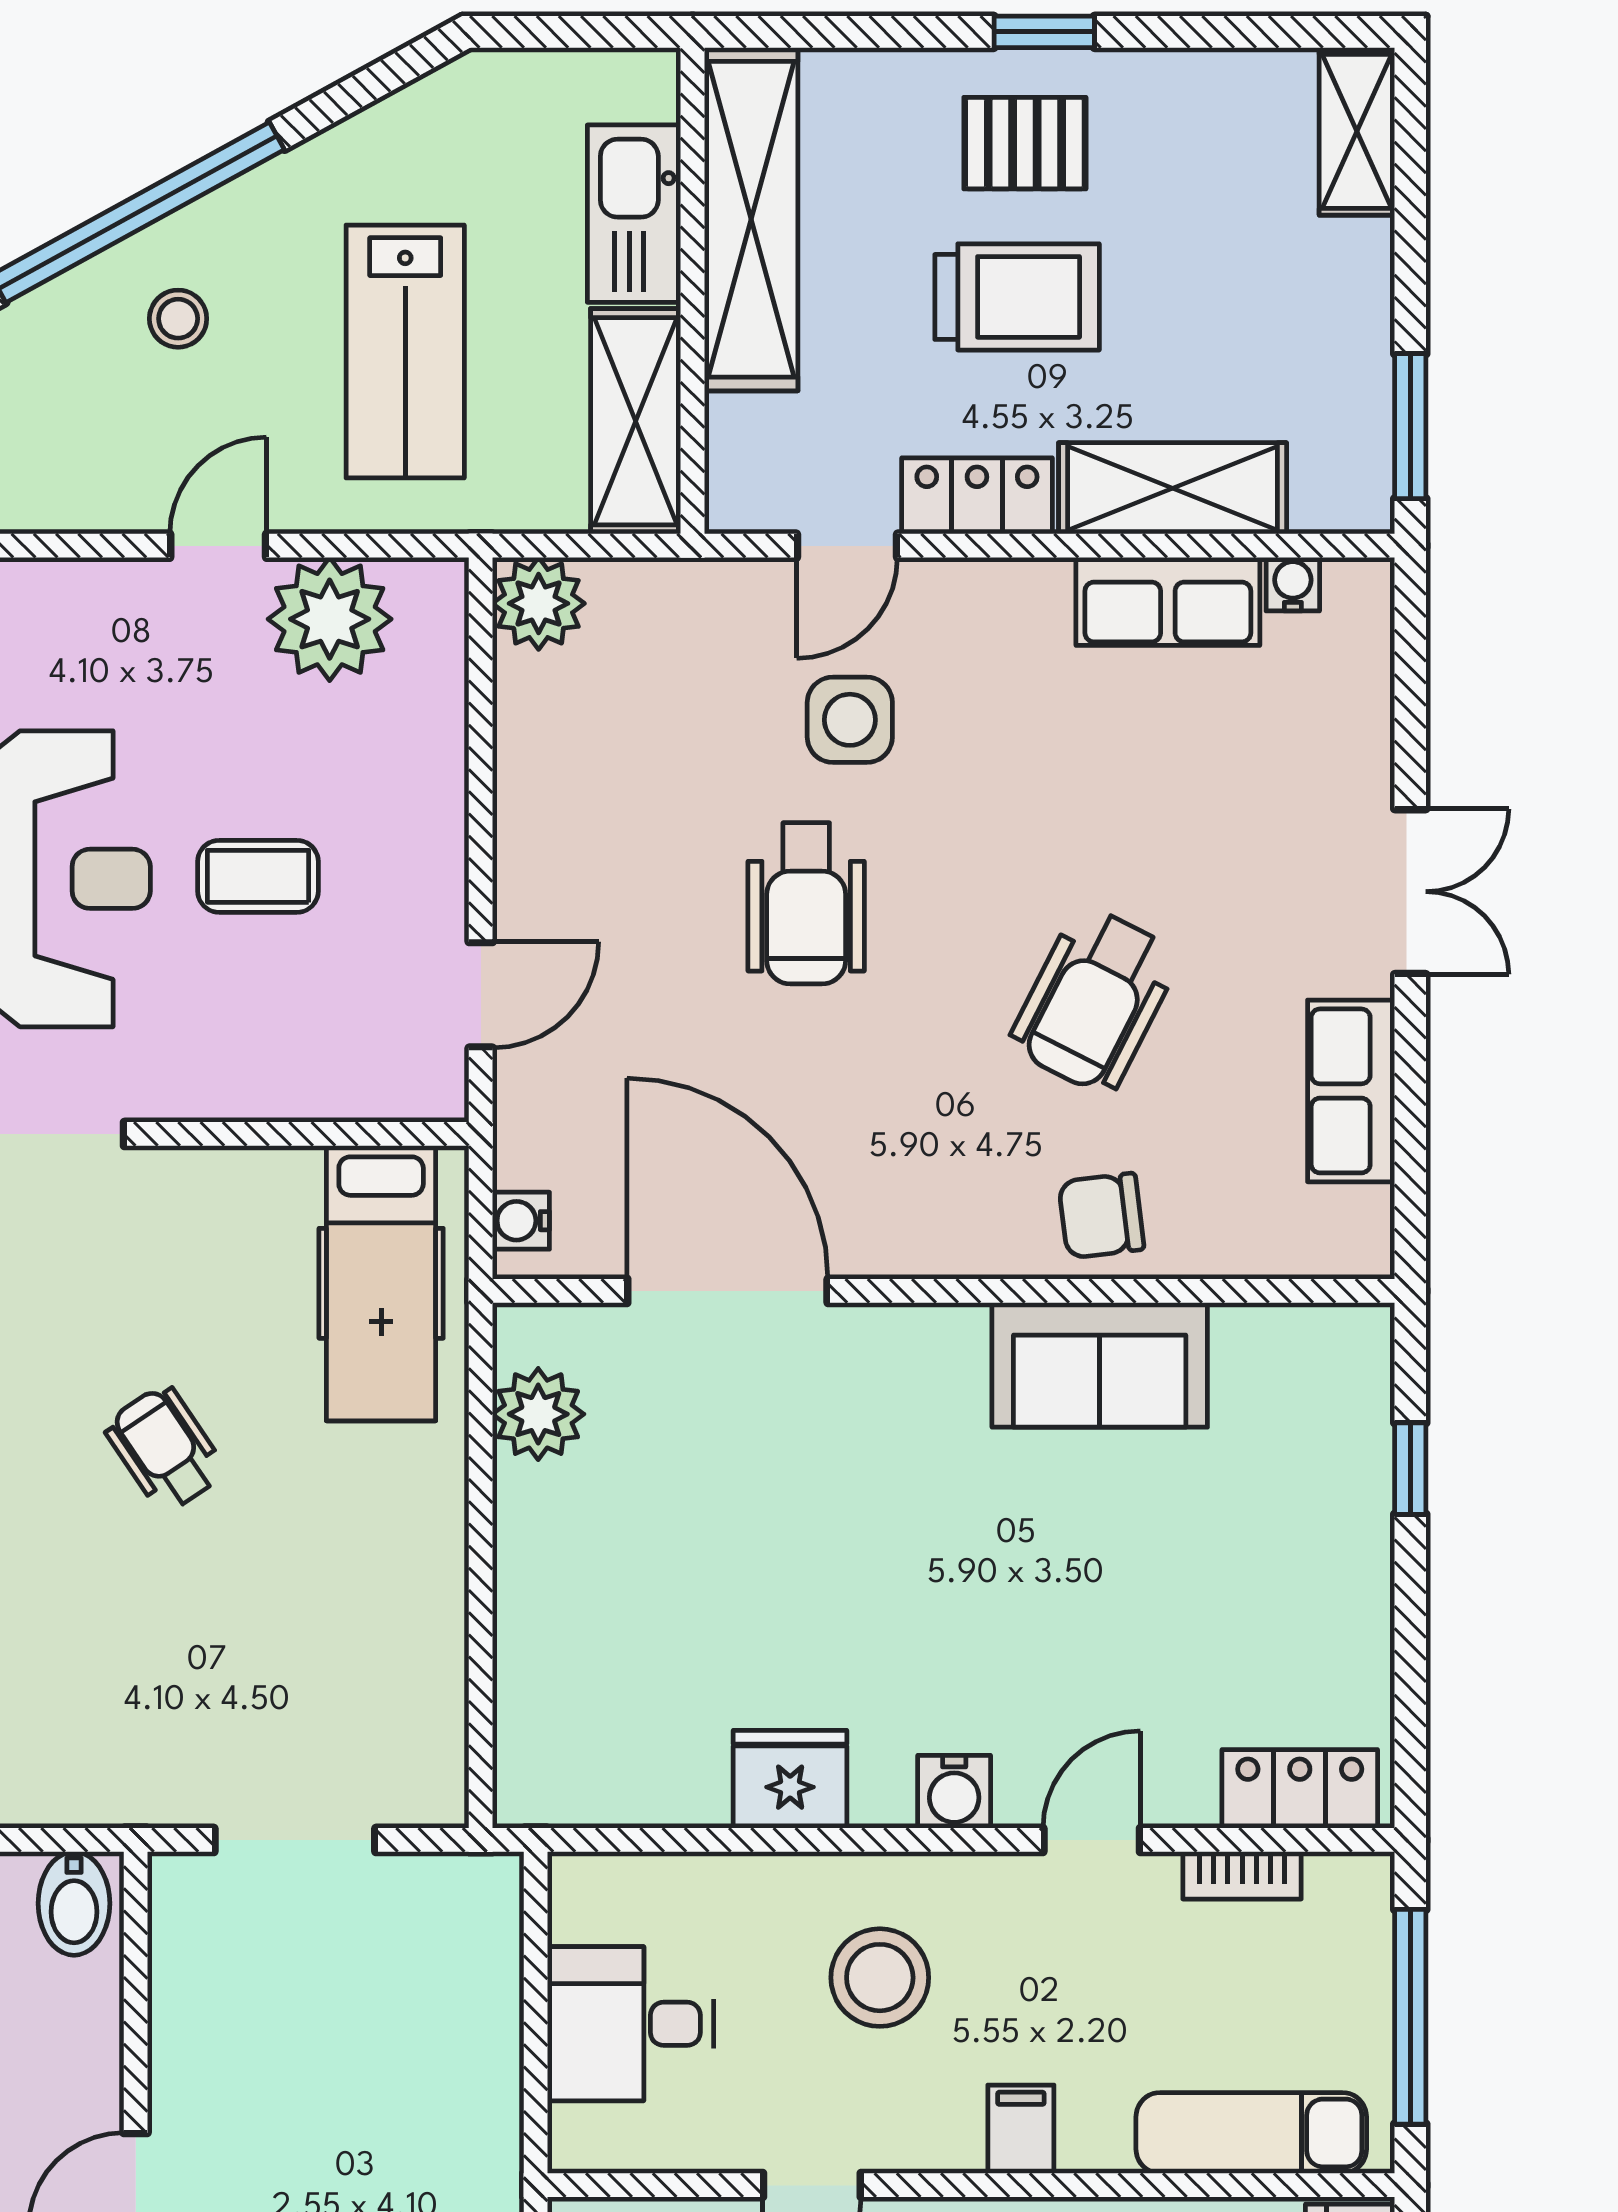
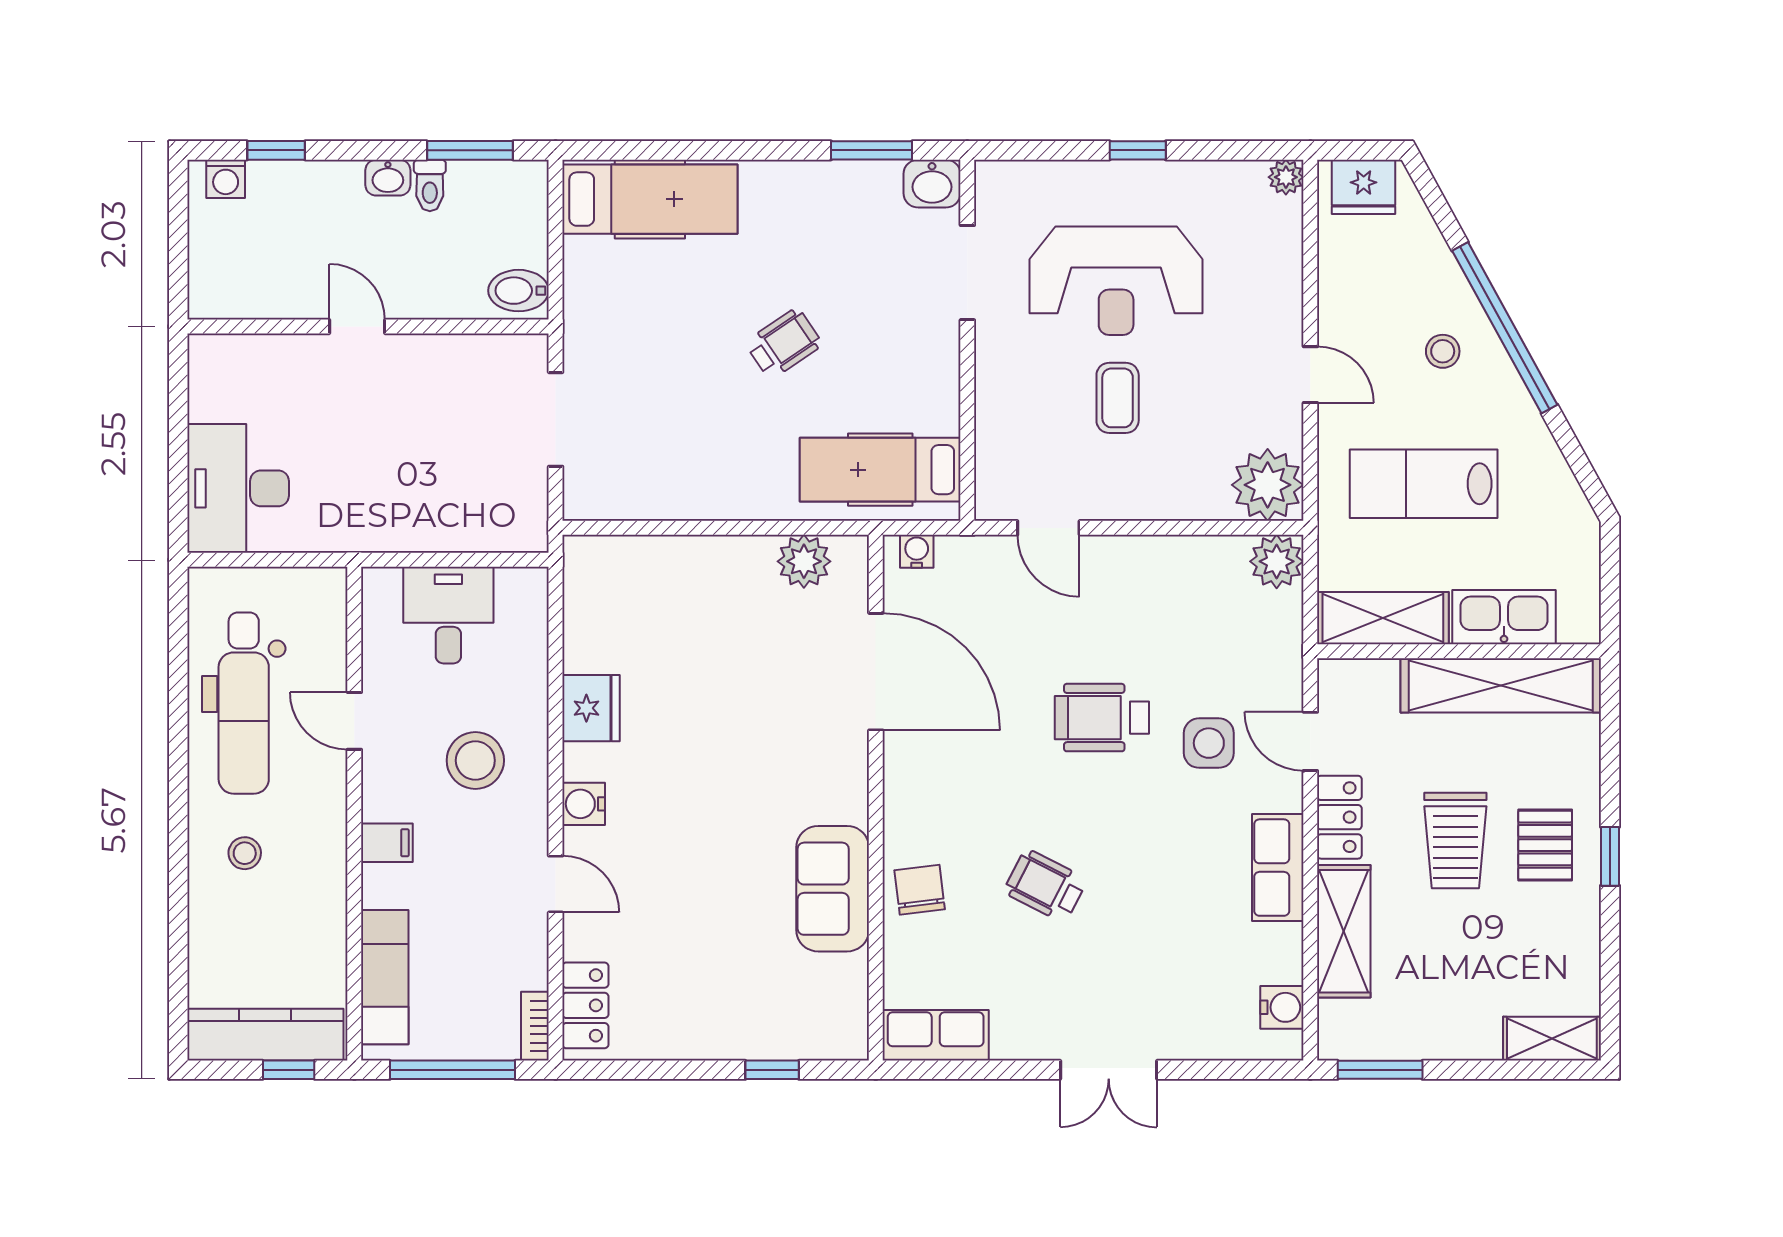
water cooler: (1293, 584) -> (1282, 1007), width x1.38, depth x1.38
row of seats: (1168, 601) -> (1278, 868), moved
plant: (330, 619) -> (1268, 485), moved
wheelchair: (1094, 1000) -> (1045, 886), width x0.73, depth x0.73
row of seats: (1351, 1091) -> (936, 1035), moved
door: (727, 1291) -> (876, 672), hinge flipped
bookcase: (1242, 1875) -> (535, 1026), moved

